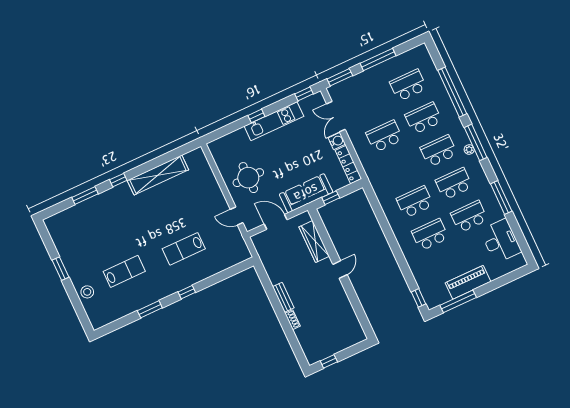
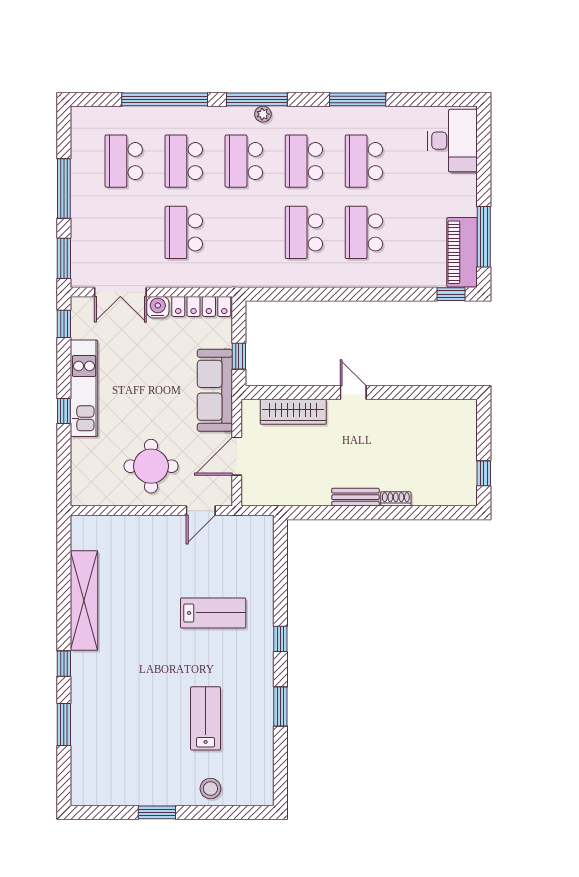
desk: (501, 241) -> (453, 141), moved, turned 90
lab bench: (184, 249) -> (213, 613), turned -90
piano: (468, 282) -> (462, 252), moved

